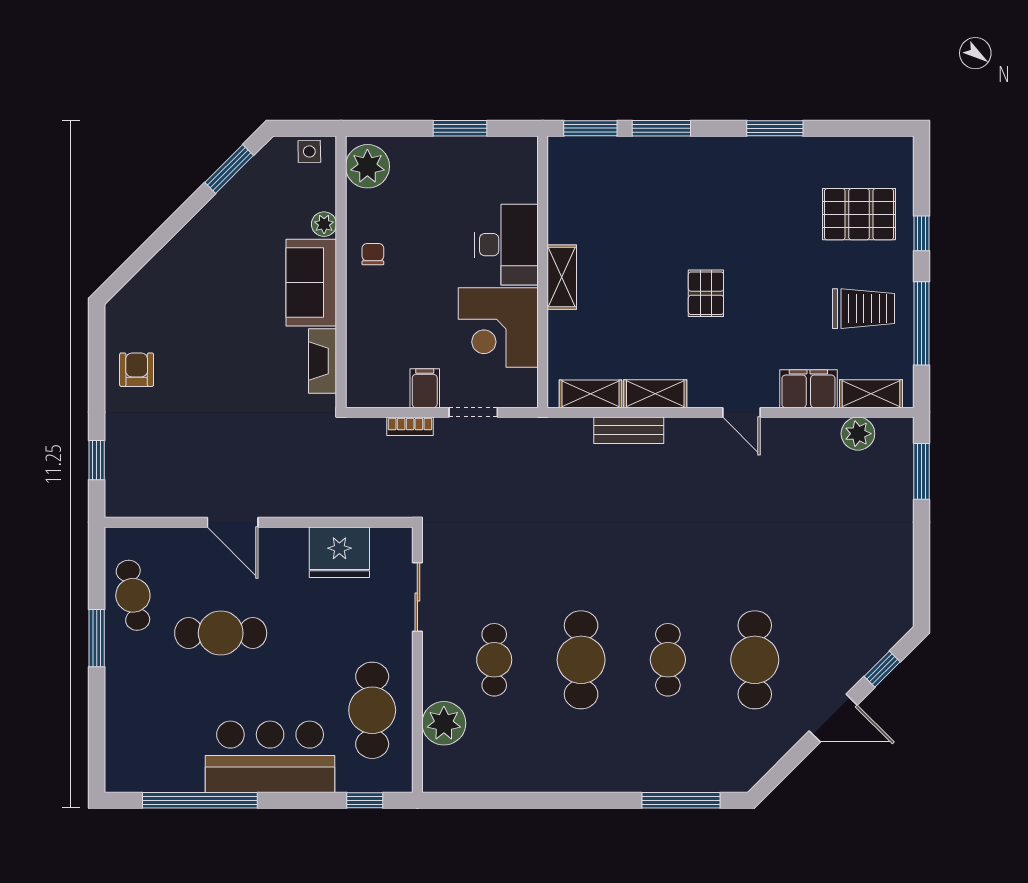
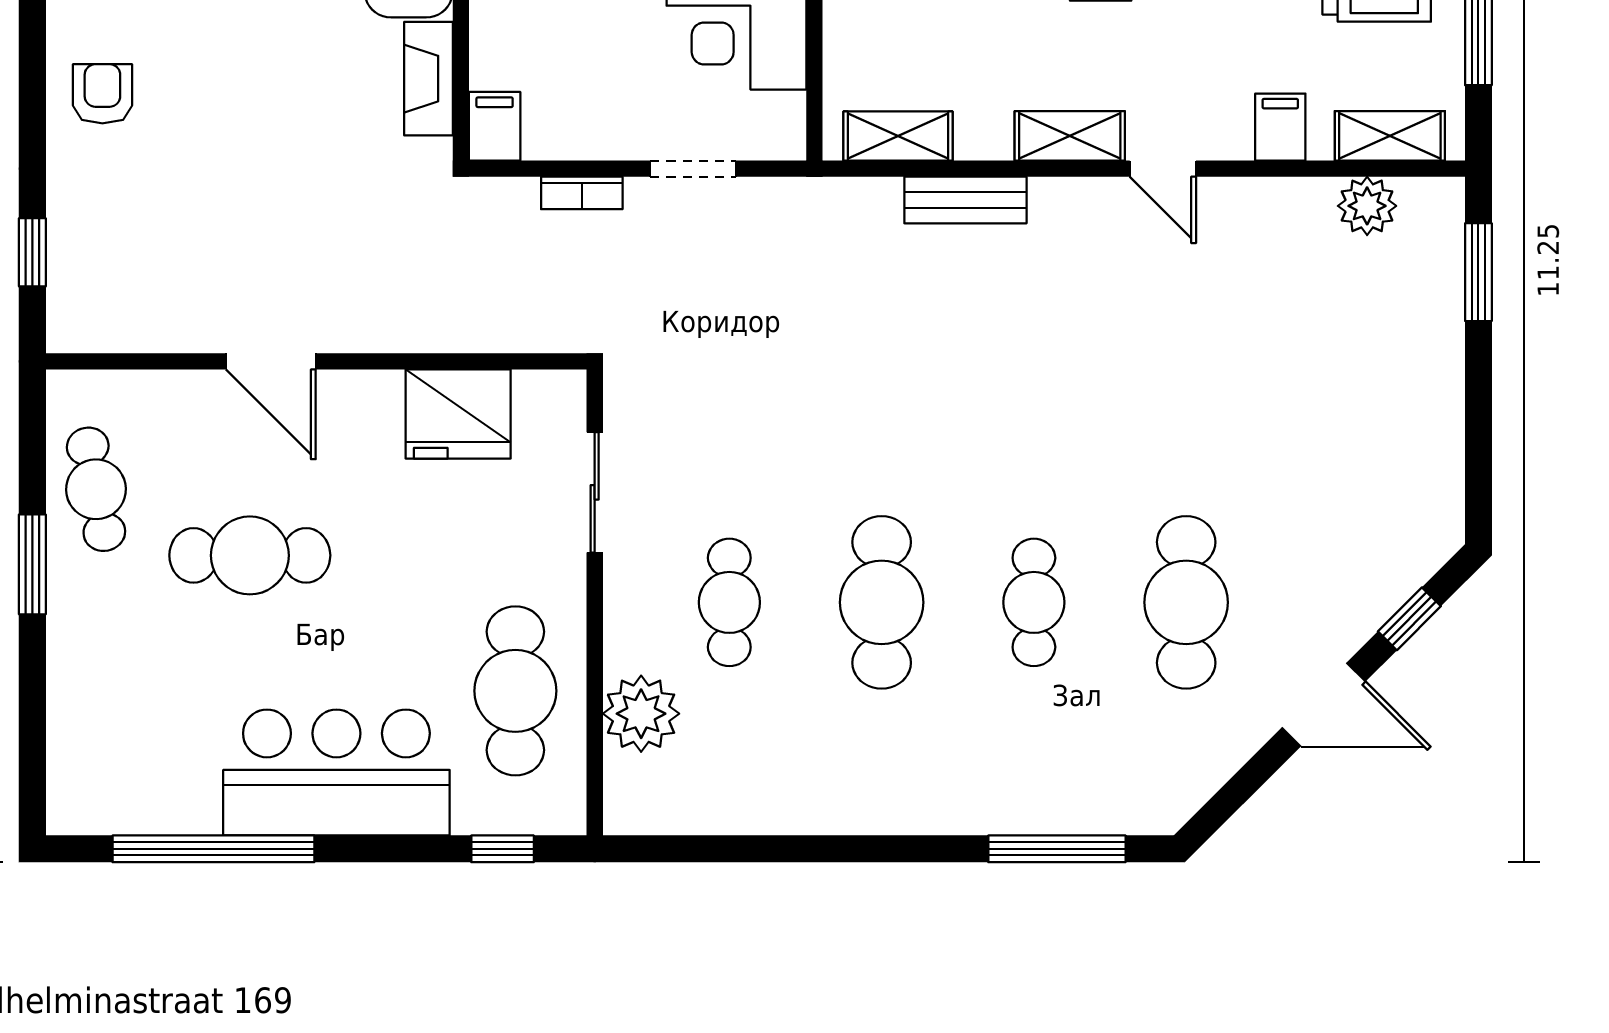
filing cabinet: (425, 388) -> (495, 126), moved
filing cabinet: (808, 389) -> (1280, 127), width x0.50
shelving: (655, 394) -> (1070, 136), moved

